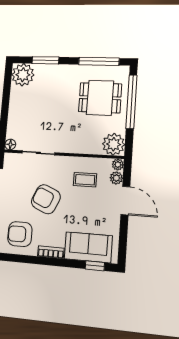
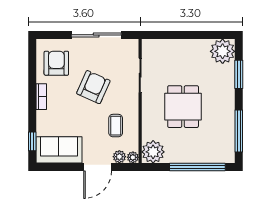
dining table: (100, 98) -> (183, 107), moved
floor lamp: (10, 144) -> (147, 45), removed
sofa: (88, 247) -> (59, 150), moved, turned -90

